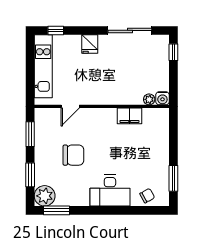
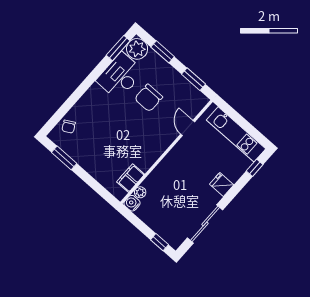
filing cabinet: (129, 116) -> (131, 178), moved
desk: (110, 191) -> (120, 76), moved

